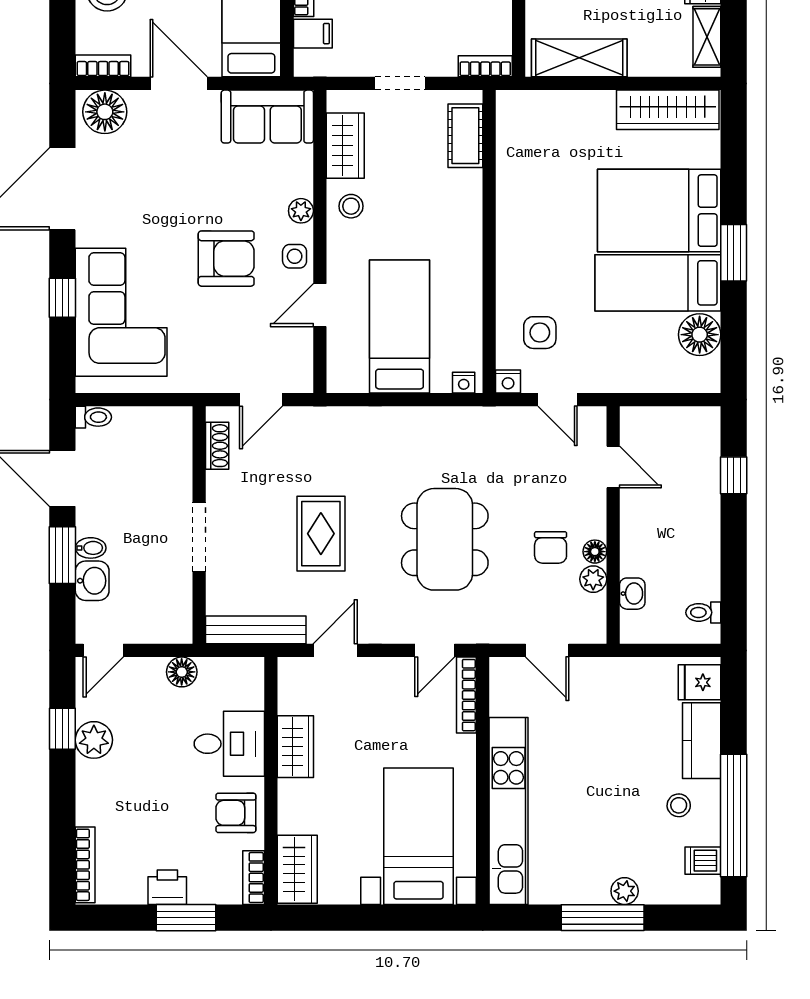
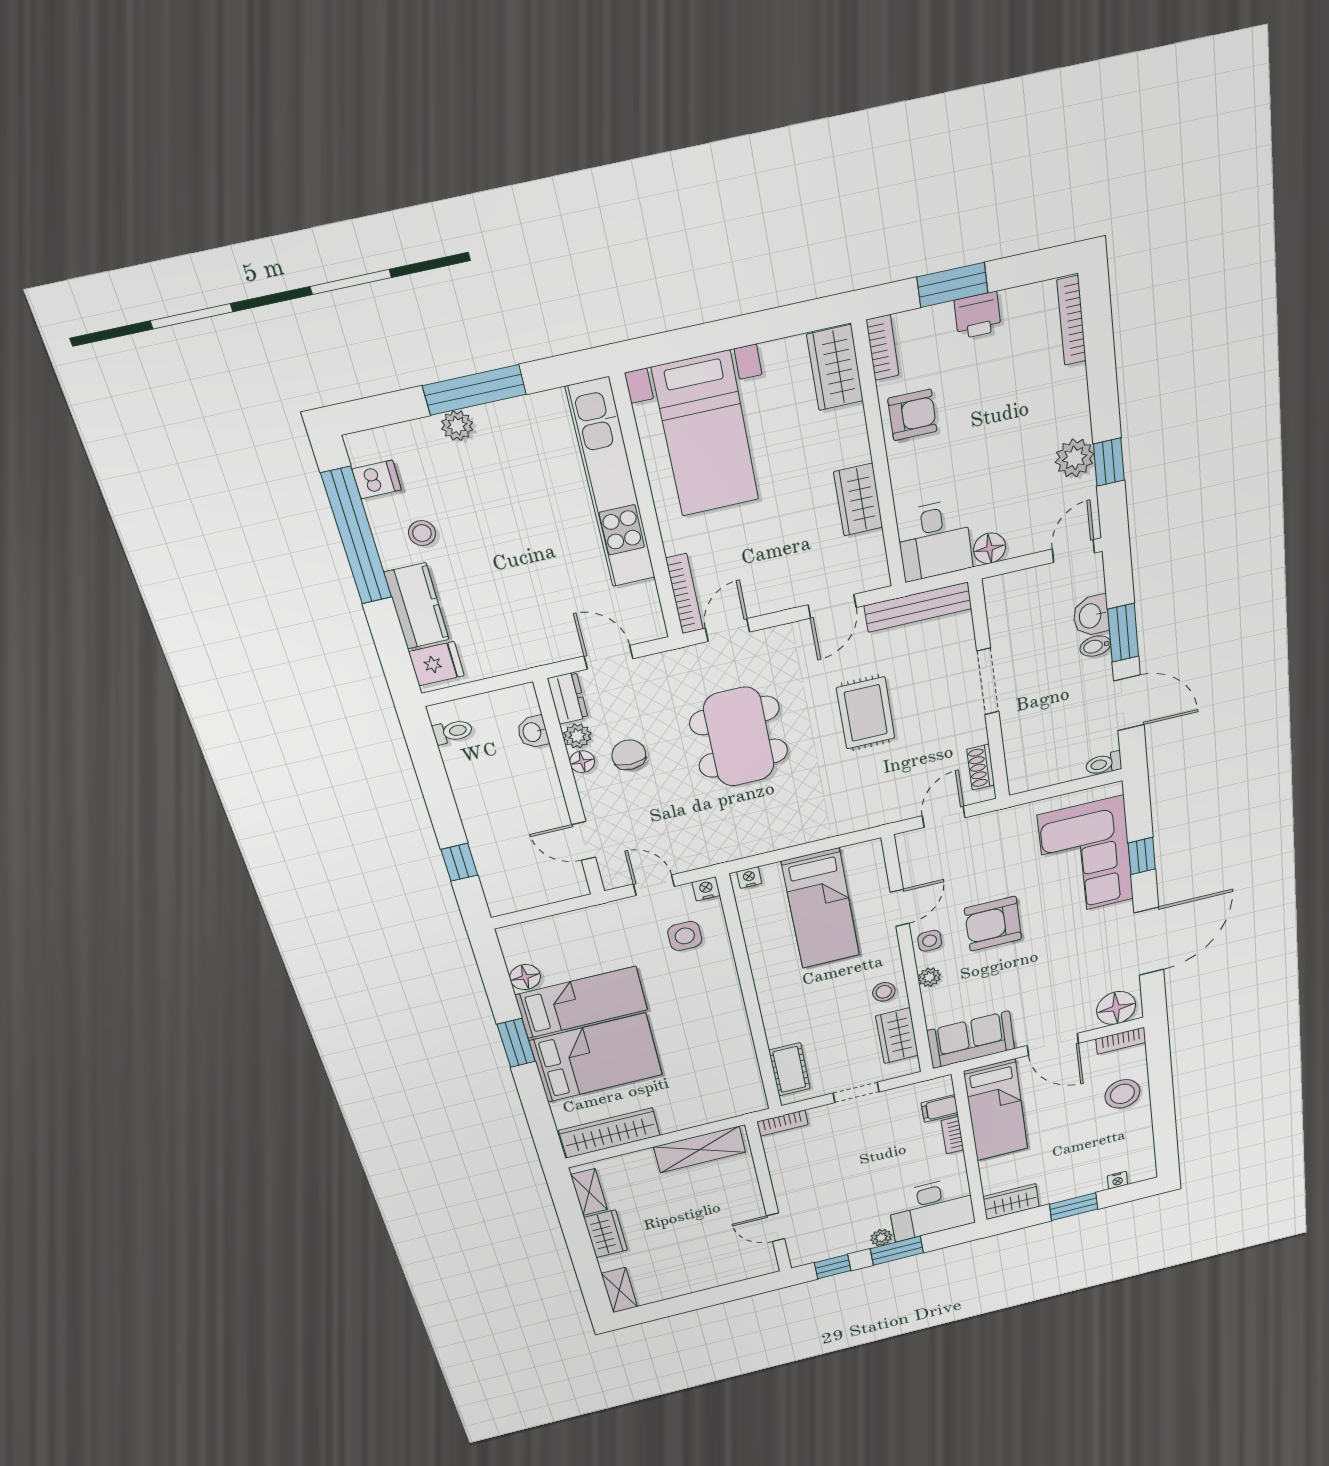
floor lamp: (700, 335) -> (525, 977), width x0.73, depth x0.73
dresser: (593, 619) -> (568, 698), added
desk: (229, 744) -> (934, 540), moved, turned -90

